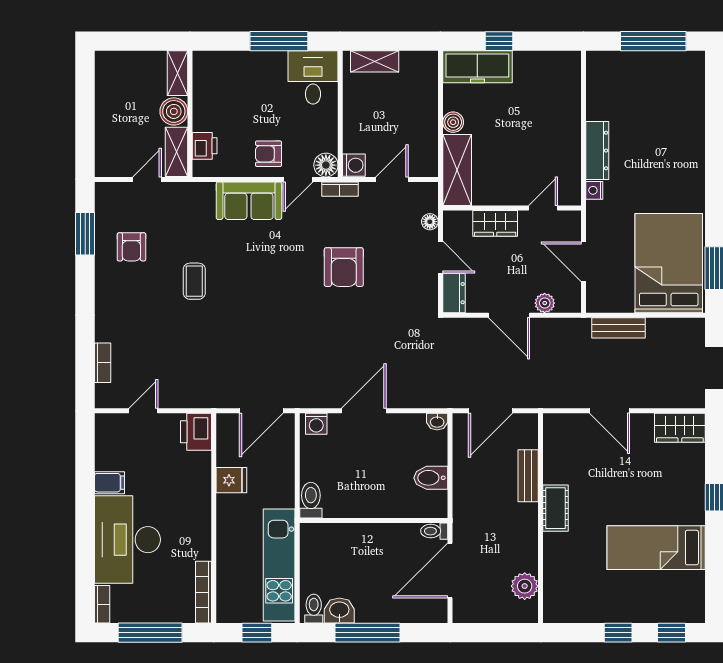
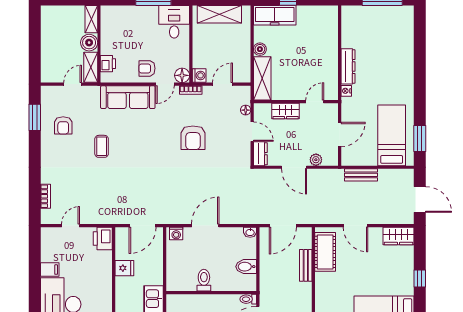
shelving: (375, 61) -> (219, 14), width x1.50, depth x1.33
sofa: (249, 201) -> (128, 97), width x1.36
door: (583, 262) -> (340, 134), swing flipped
bed: (669, 263) -> (392, 135), width x0.67
toilet: (311, 500) -> (204, 280), moved
cot: (556, 508) -> (325, 252), moved, width x1.37, depth x1.34

